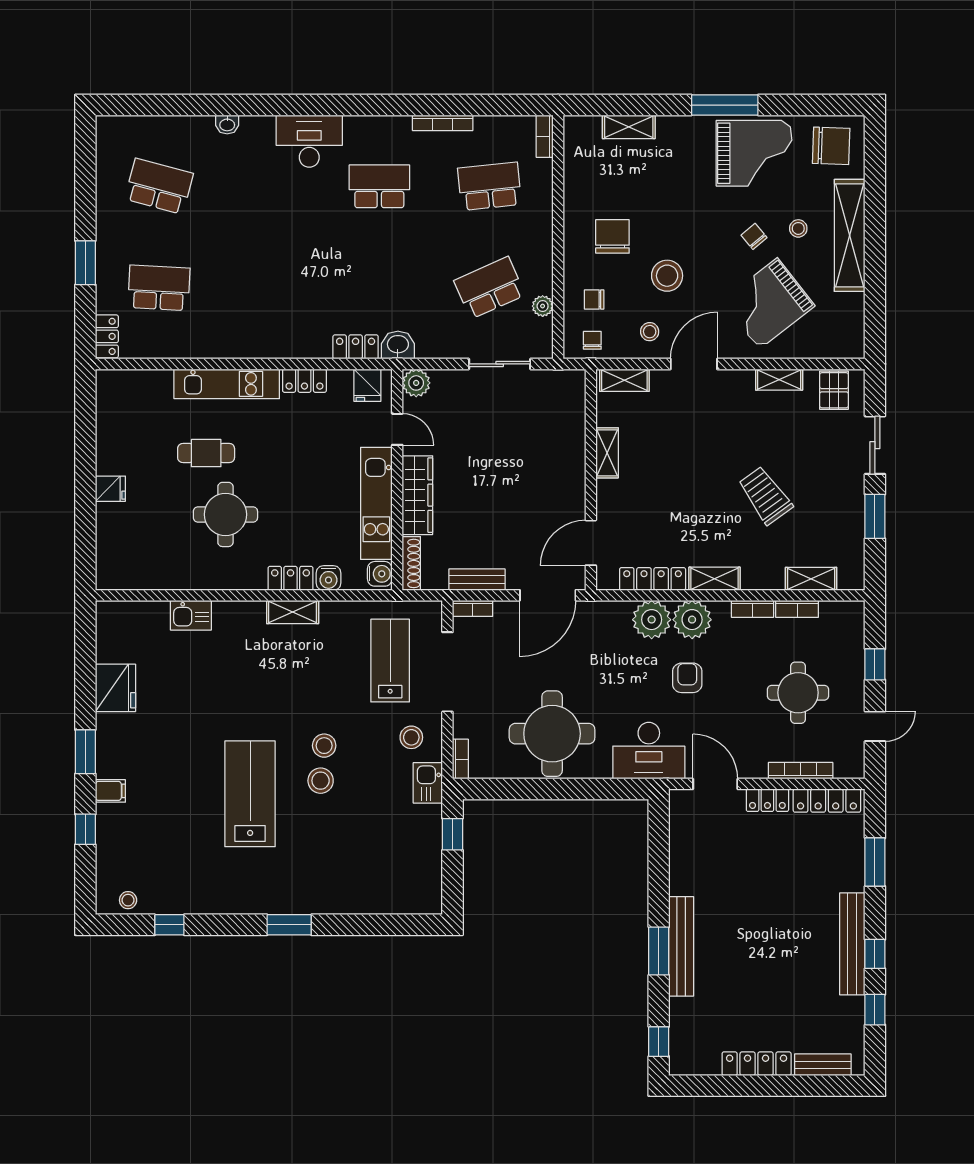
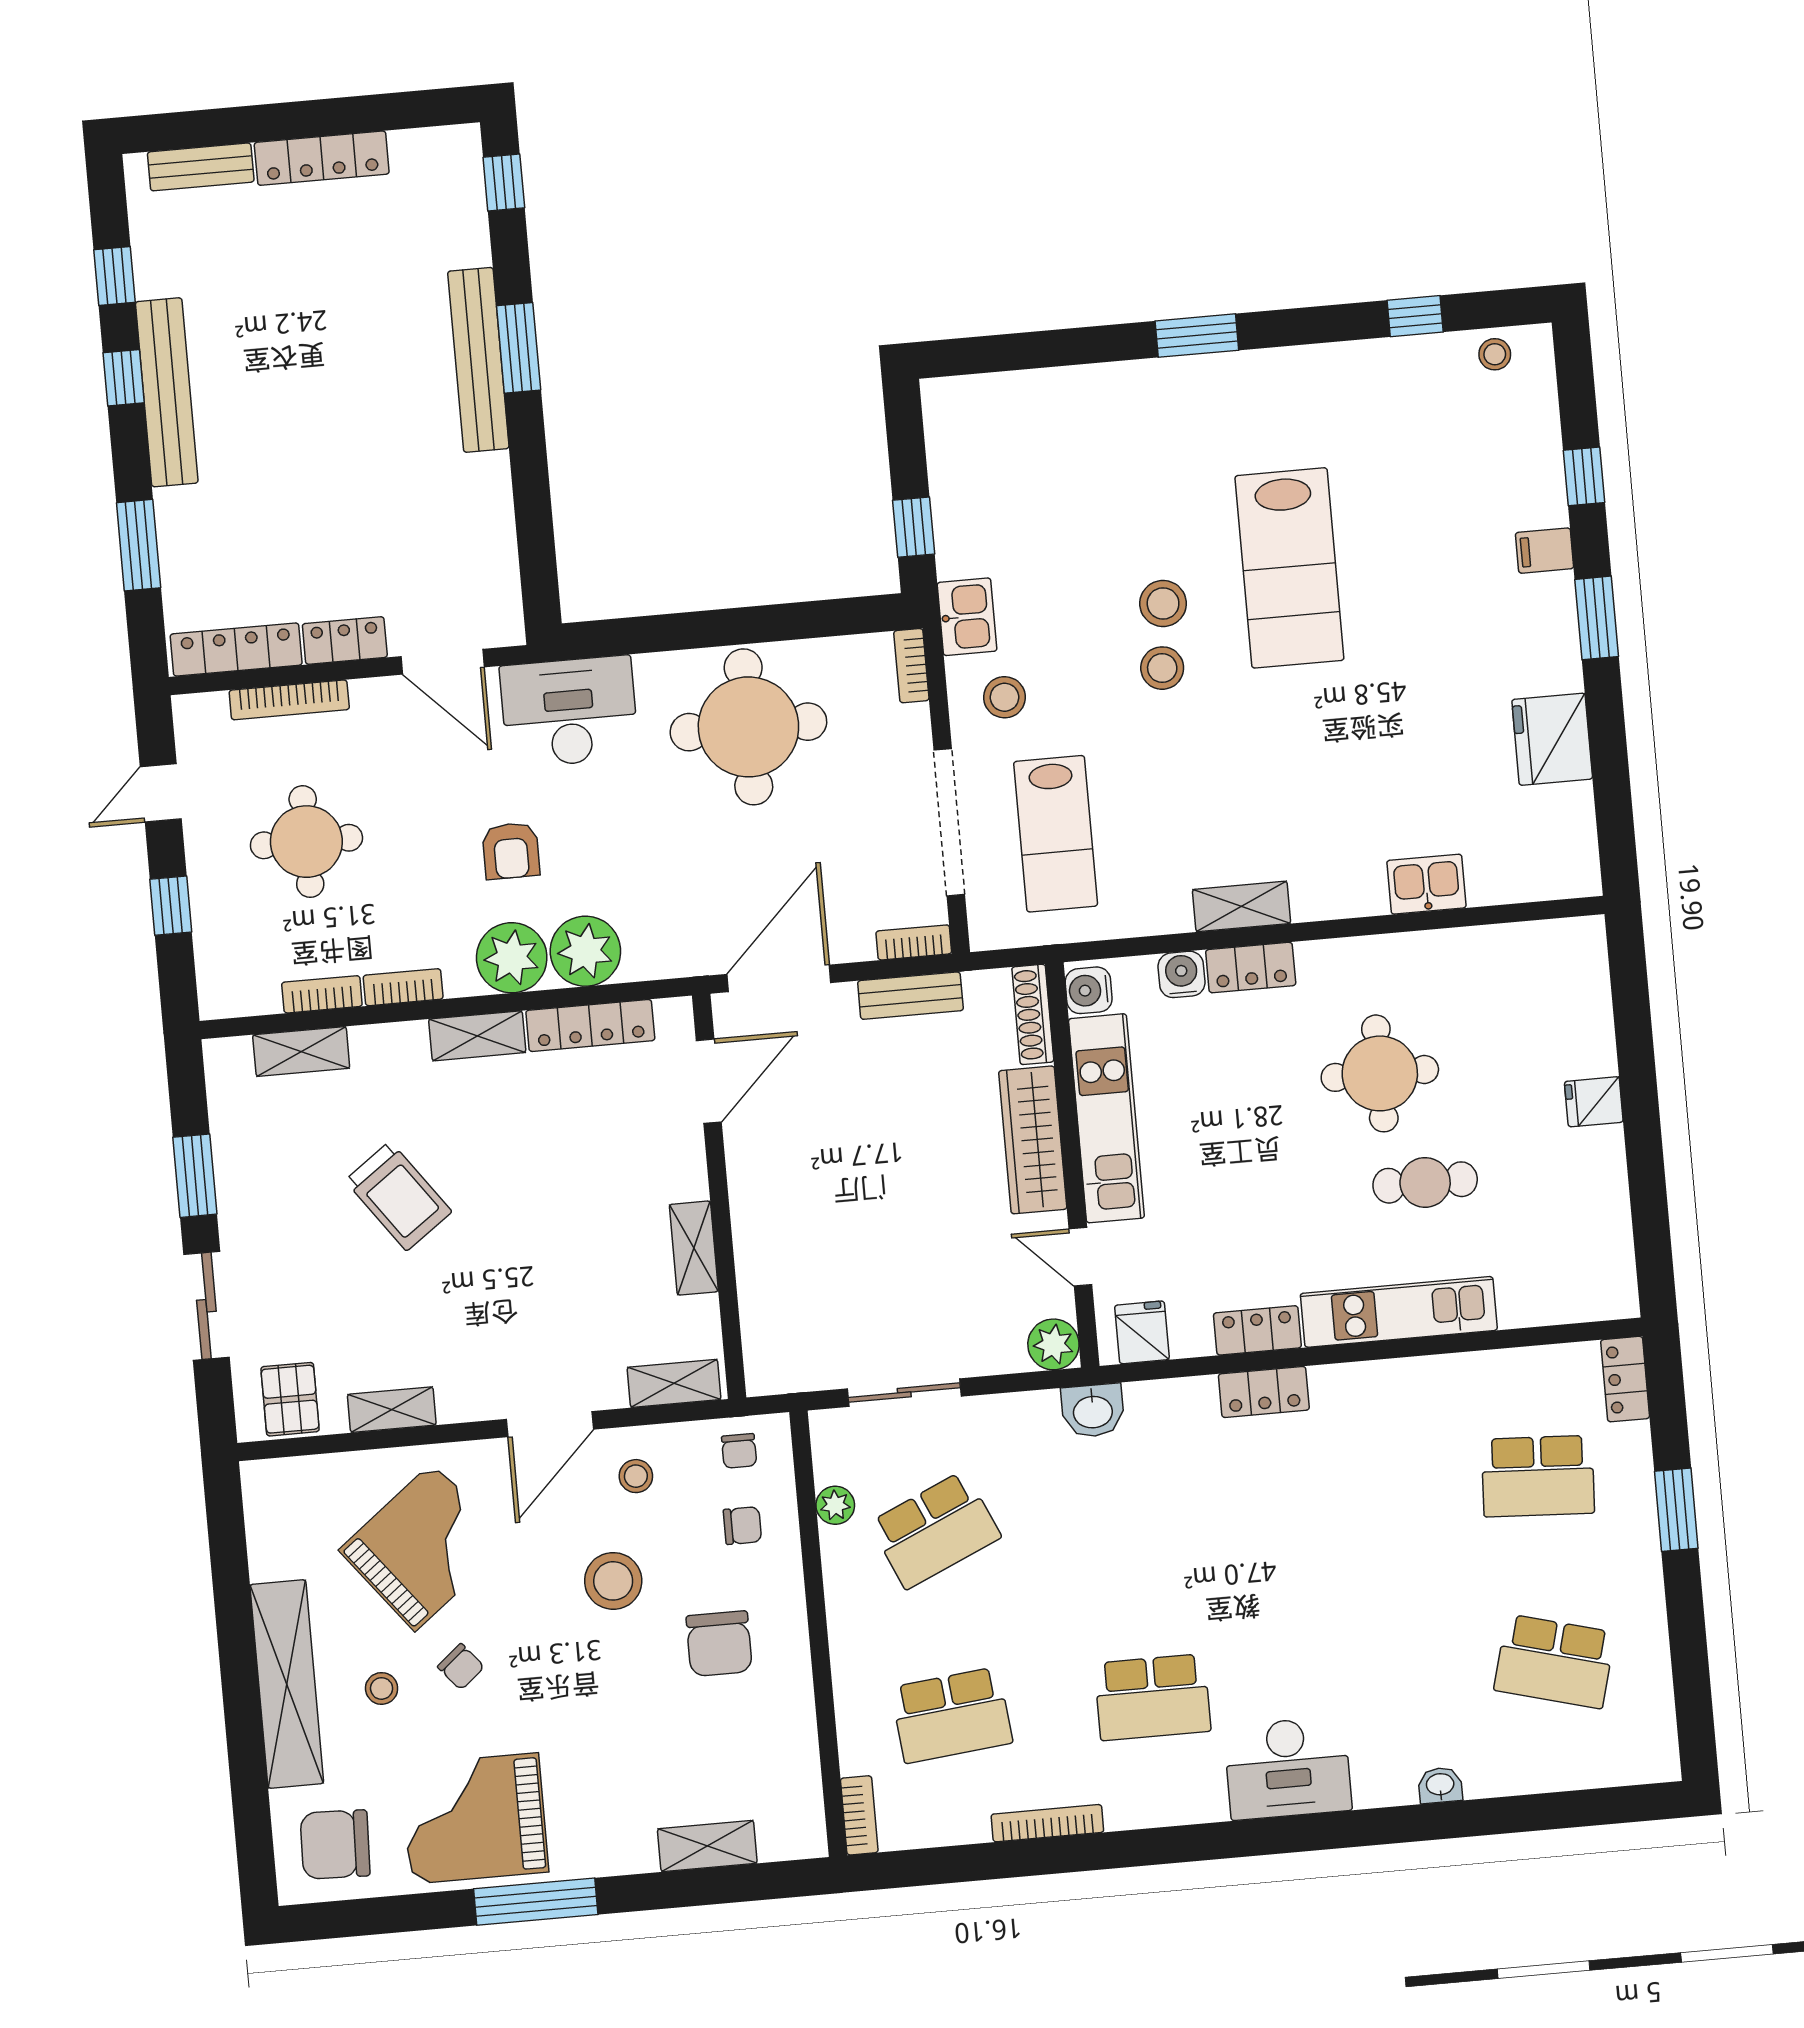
locker: (356, 347) -> (1264, 1392), moved

